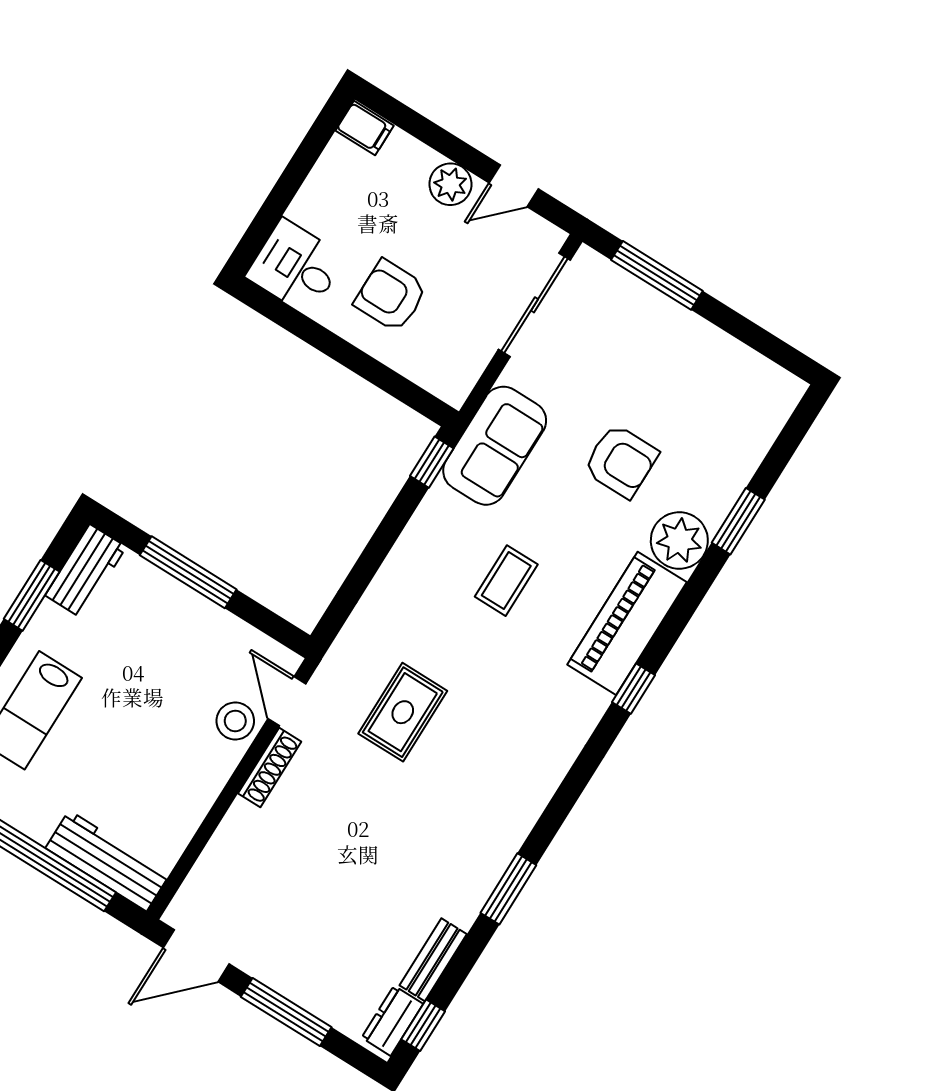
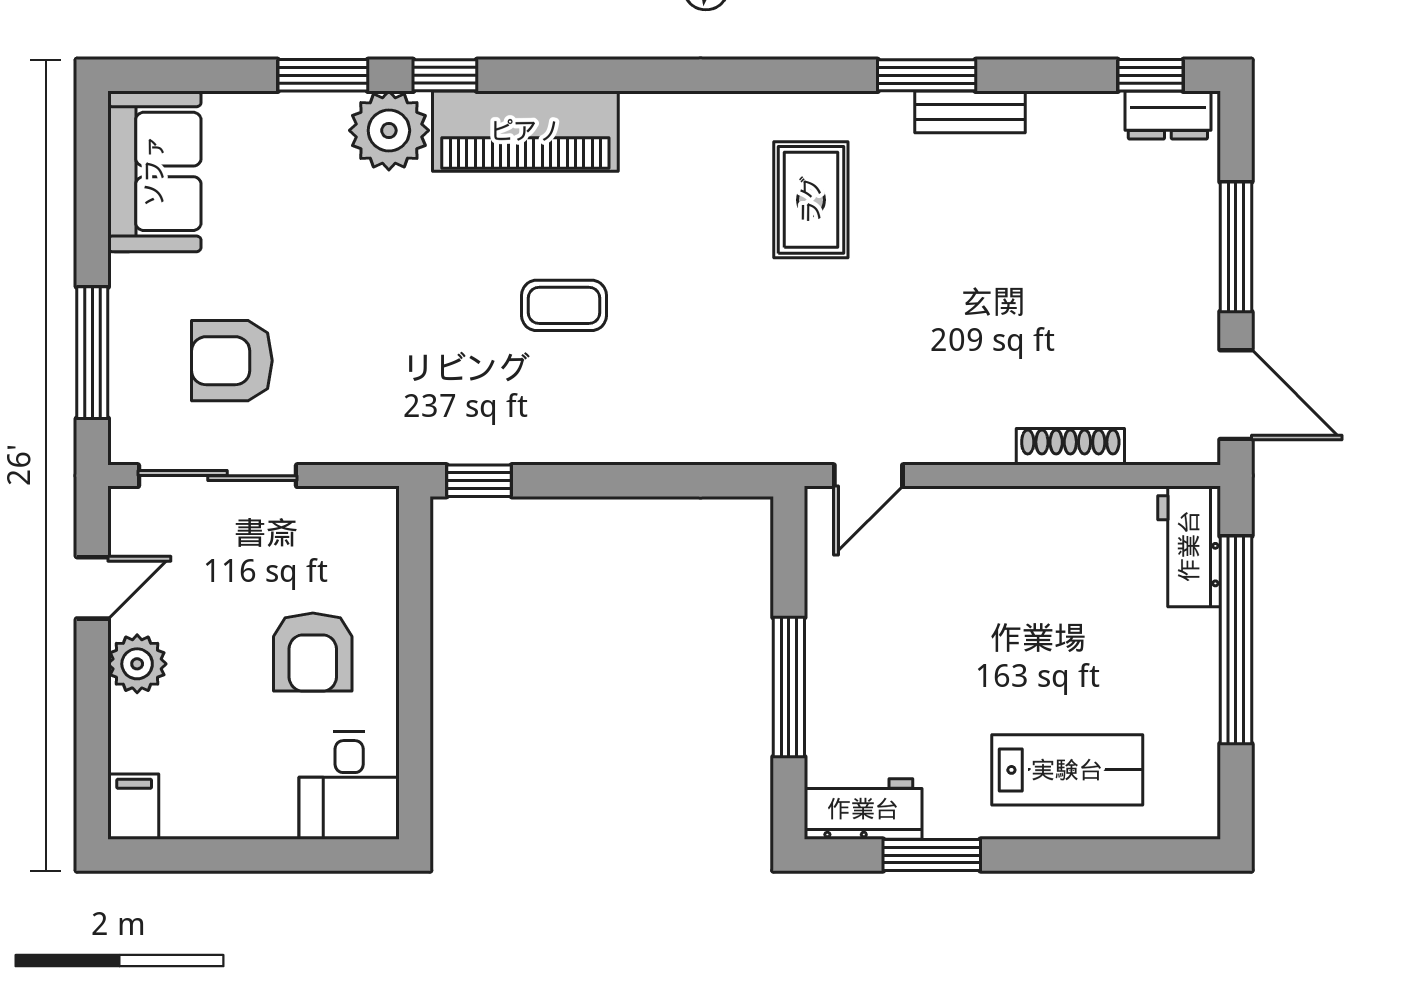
door: (514, 186) -> (92, 588), hinge flipped
sofa: (495, 446) -> (154, 171), moved, turned 90
armchair: (621, 461) -> (232, 361), moved, turned -90
window: (634, 689) -> (445, 75), moved
rug: (403, 712) -> (811, 200), moved, turned 90
stool: (235, 721) -> (930, 522), removed
shoe rack: (270, 767) -> (1070, 447), moved
workbench: (108, 861) -> (1189, 546), width x0.73
bench: (433, 960) -> (970, 112), moved

